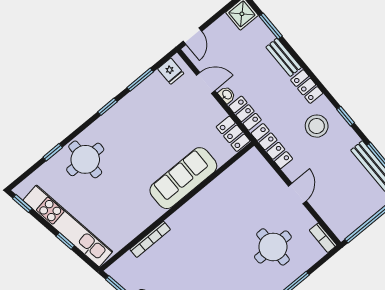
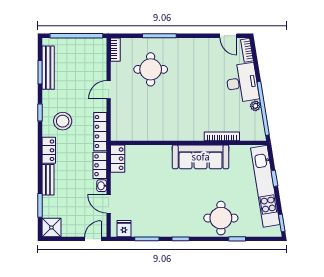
sofa: (183, 178) -> (201, 157), moved

